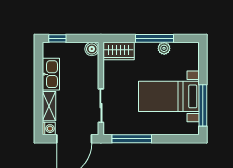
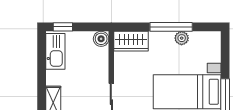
kitchen sink: (51, 74) -> (55, 51), moved

